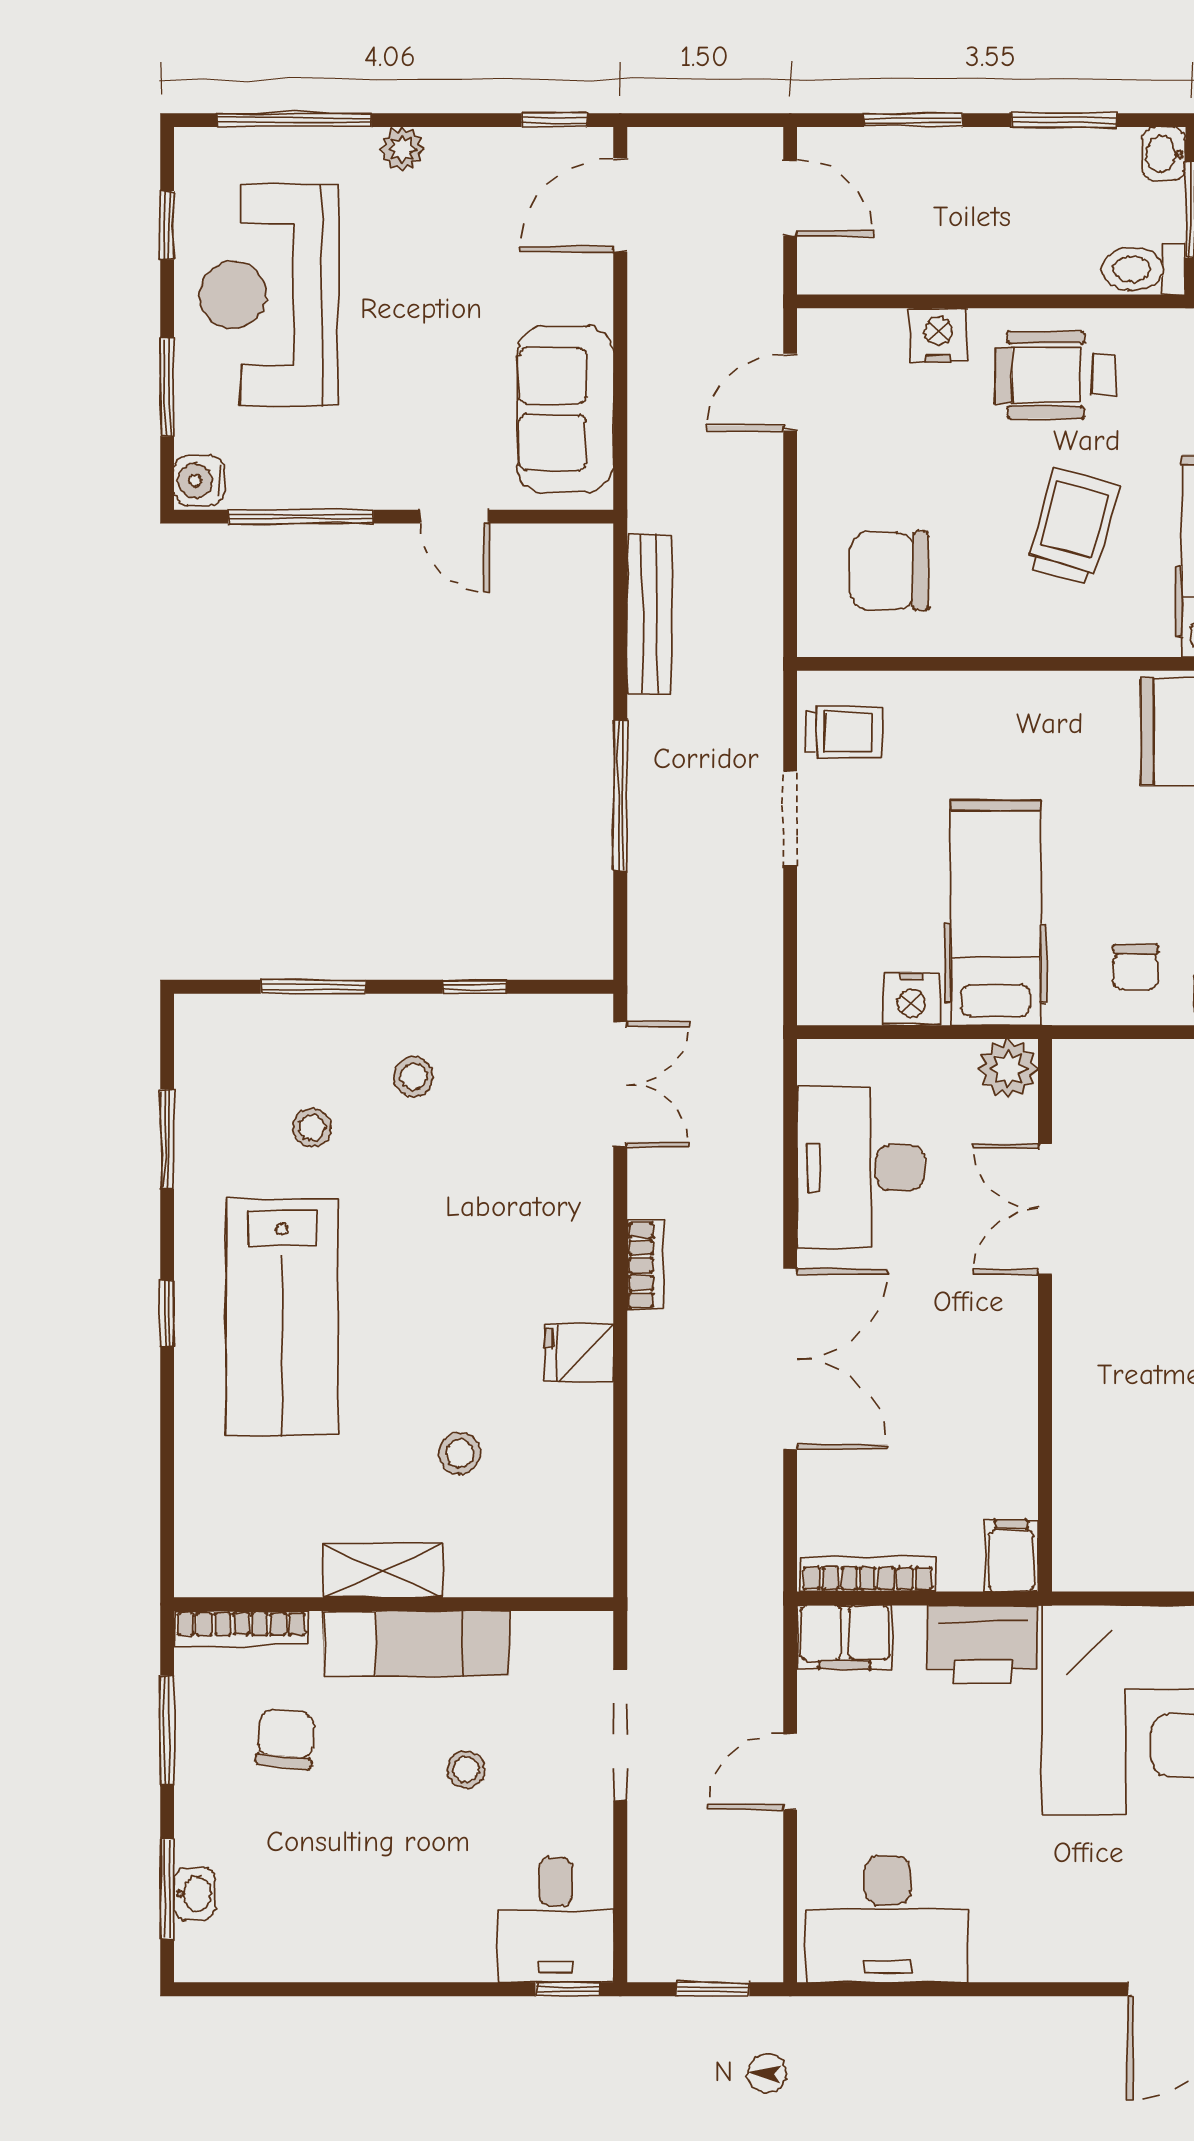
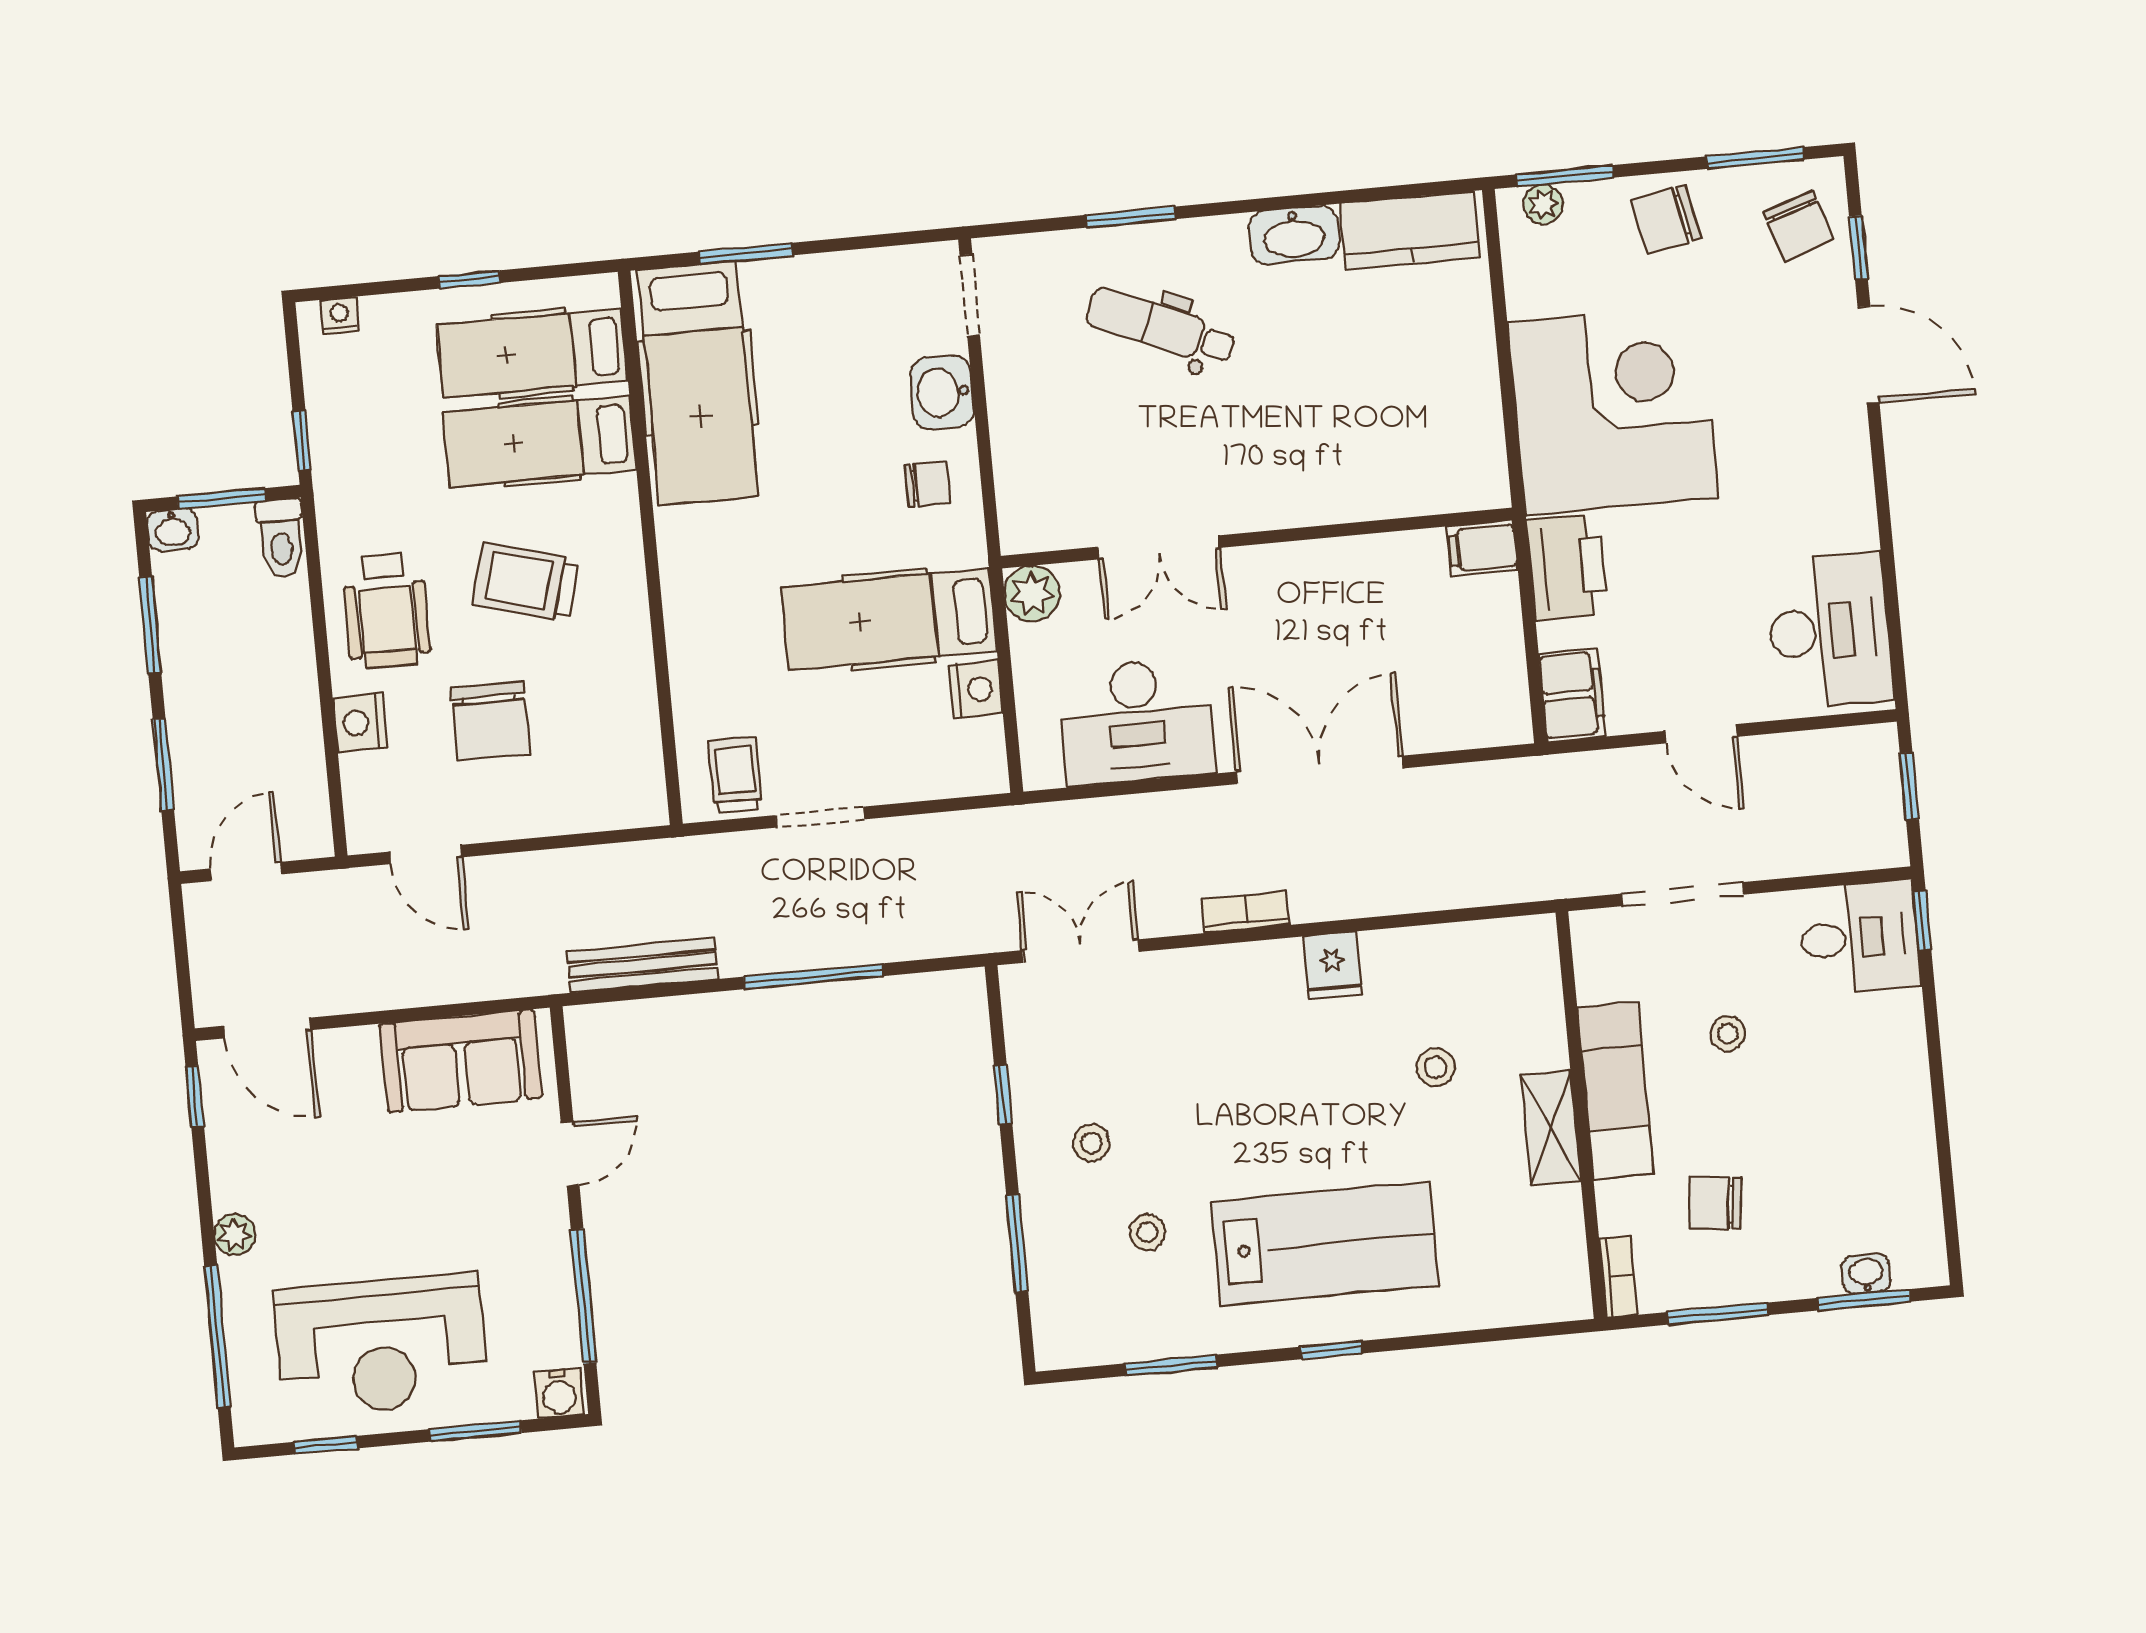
chair: (889, 571) -> (490, 721), moved
bookcase: (868, 1574) -> (1512, 679), removed
bookcase: (241, 1628) -> (1619, 1276), width x0.64

